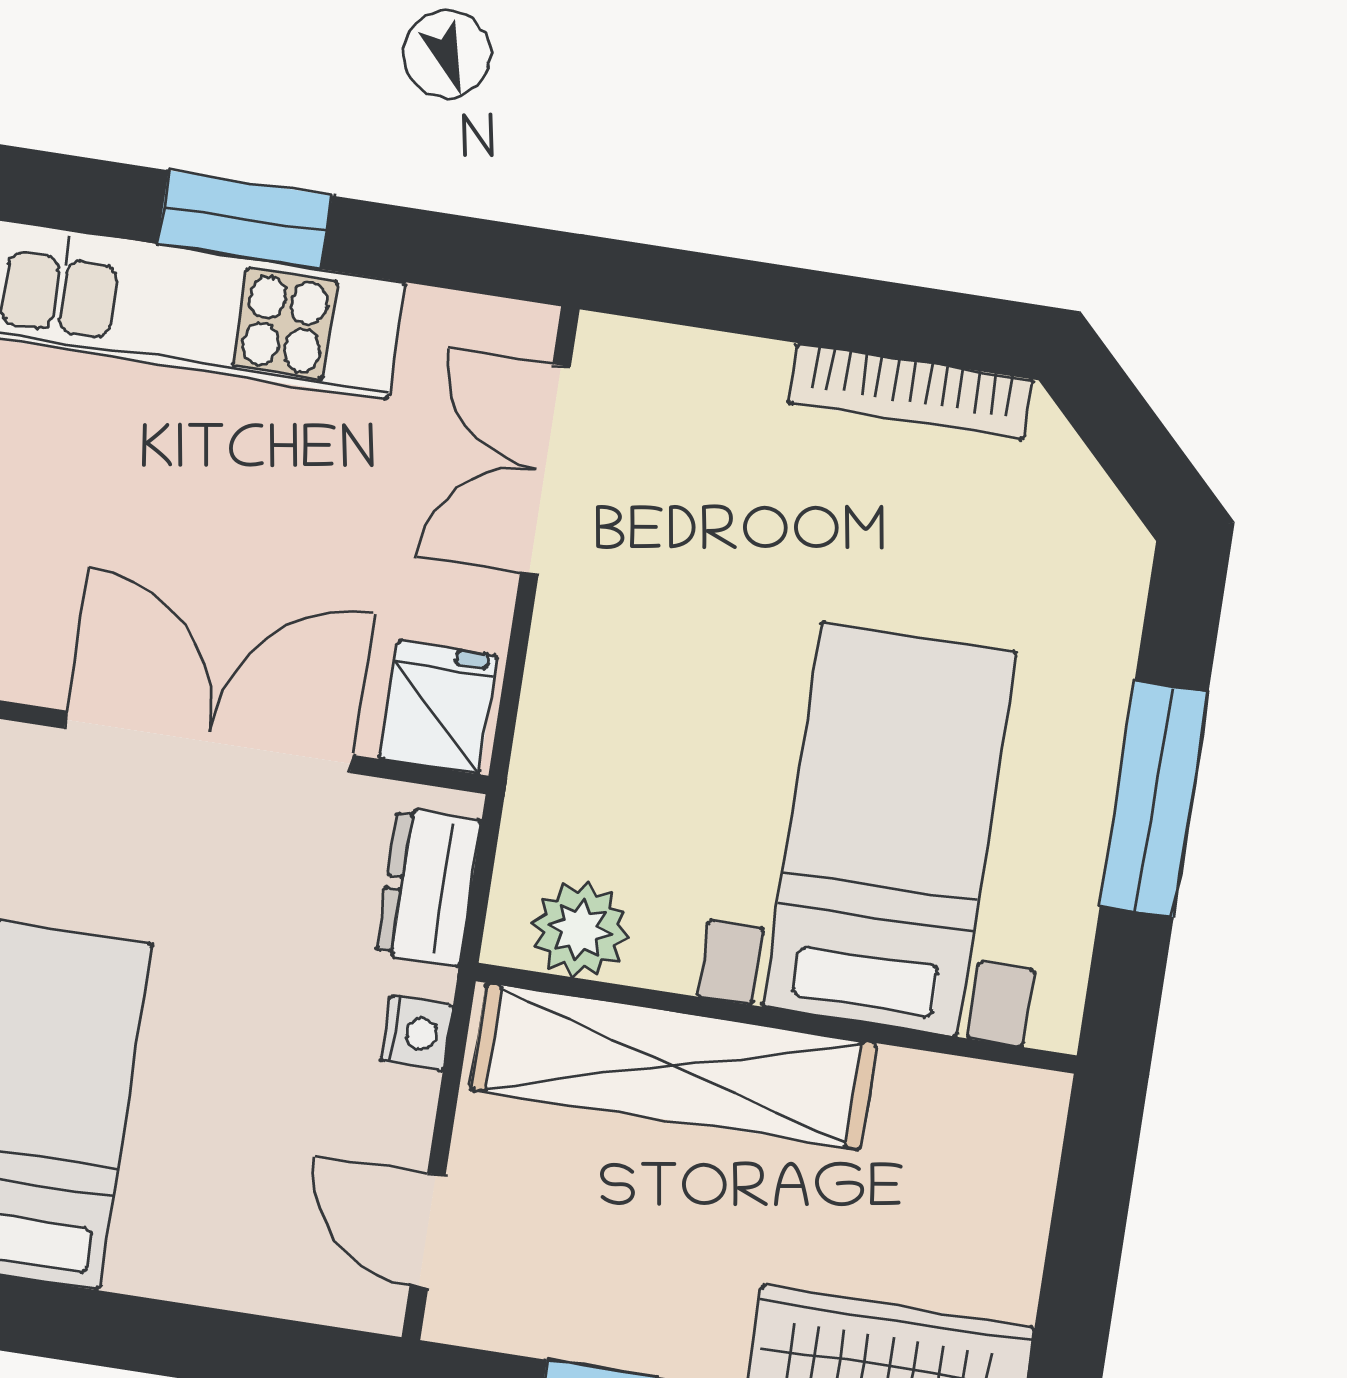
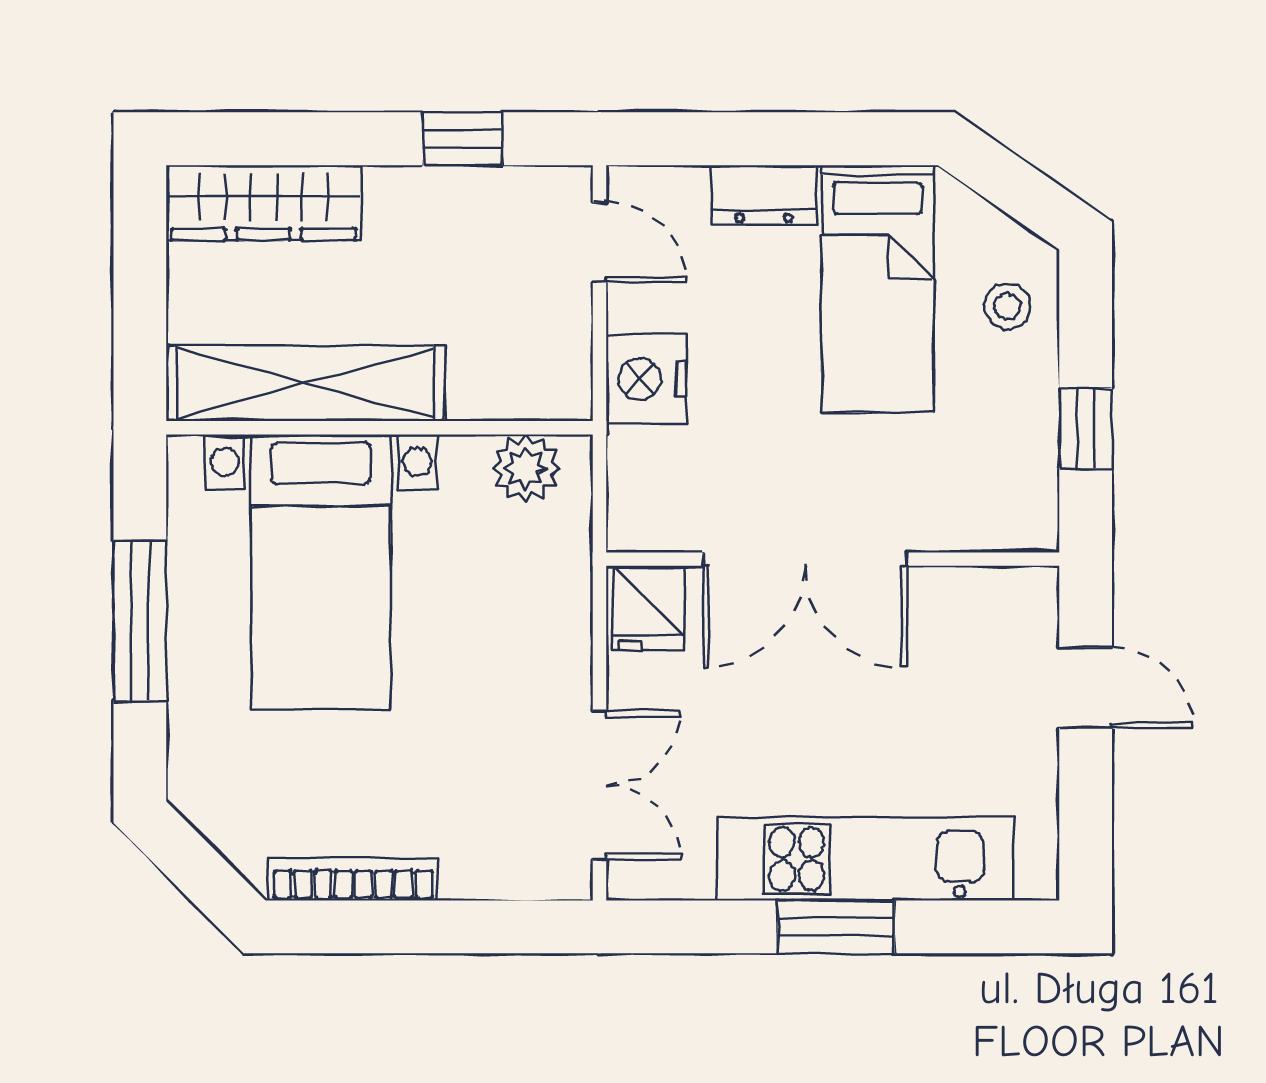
dresser: (429, 887) -> (764, 195), moved, turned 90
nightstand: (417, 1033) -> (646, 379), width x1.89, depth x1.79
shelving: (673, 1066) -> (305, 383), moved

